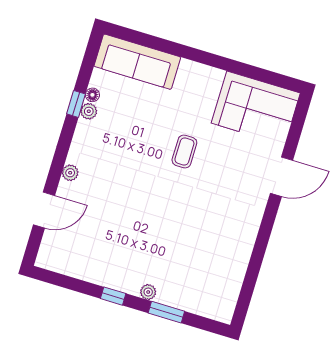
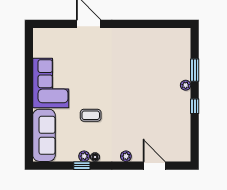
floor lamp: (92, 95) -> (95, 157), moved
corner sofa: (256, 108) -> (51, 83), moved
coffee table: (184, 151) -> (91, 115), moved

